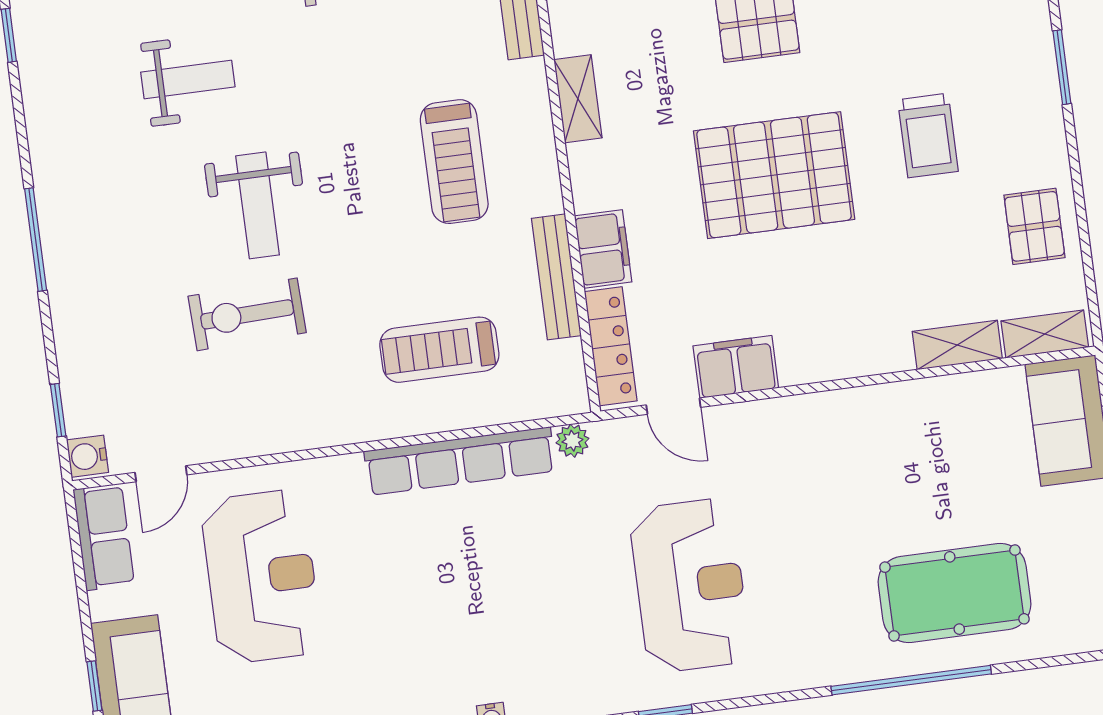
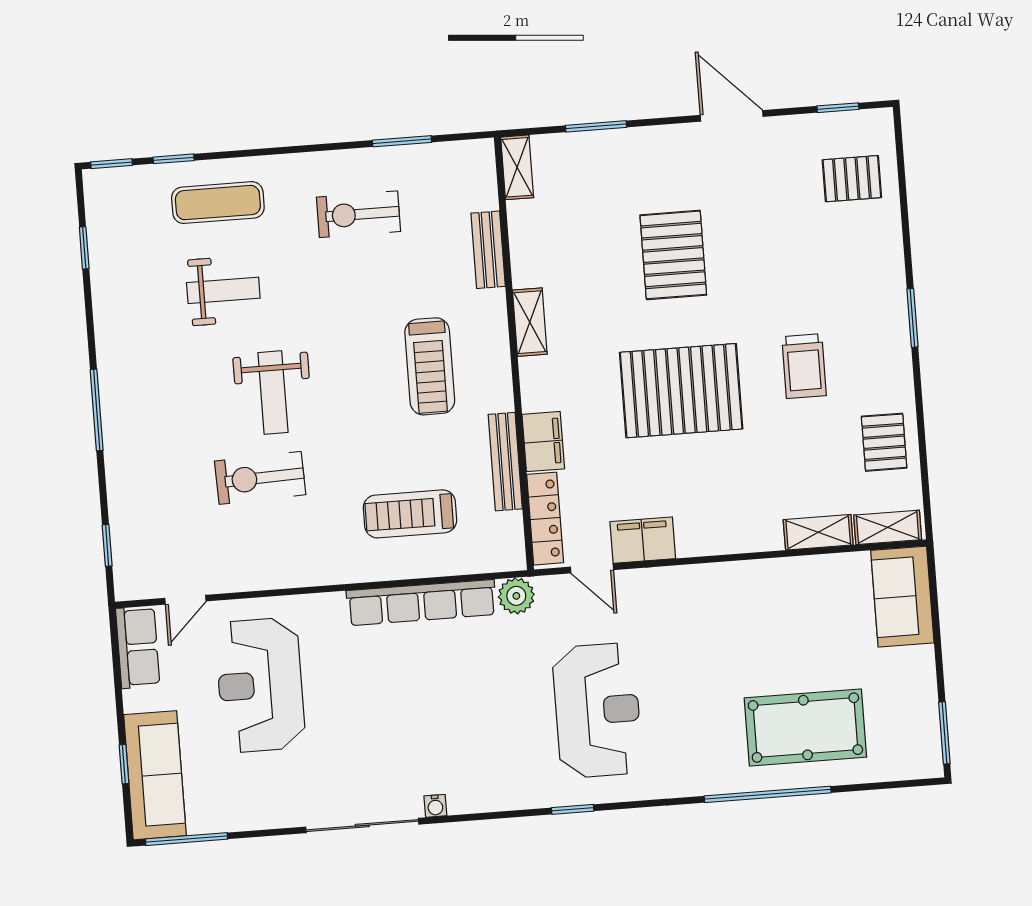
plant: (572, 441) -> (516, 596), width x1.38, depth x1.38
water cooler: (87, 456) -> (128, 583), removed
reception desk: (261, 577) -> (260, 685), turned 180

